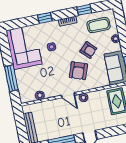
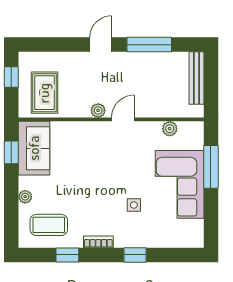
corner sofa: (24, 47) -> (180, 184), moved
armchair: (88, 50) -> (74, 187), removed
armchair: (78, 71) -> (98, 156), removed
door: (68, 95) -> (123, 119), hinge flipped

